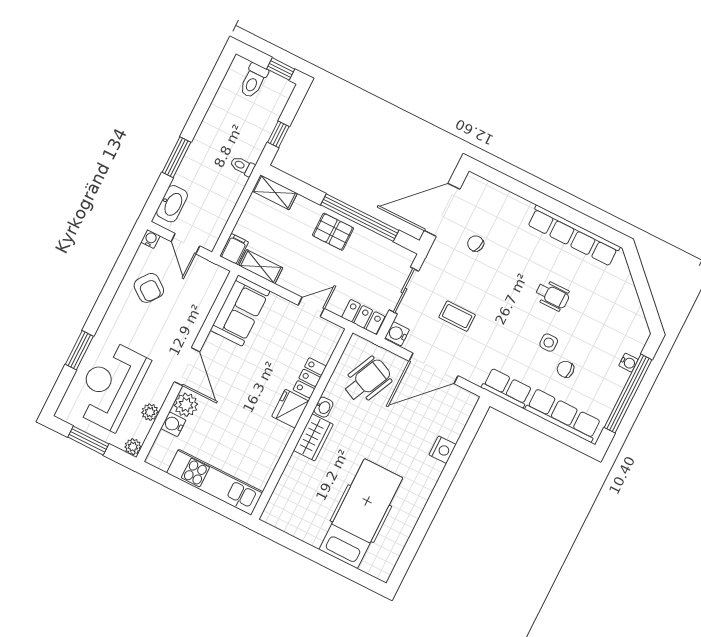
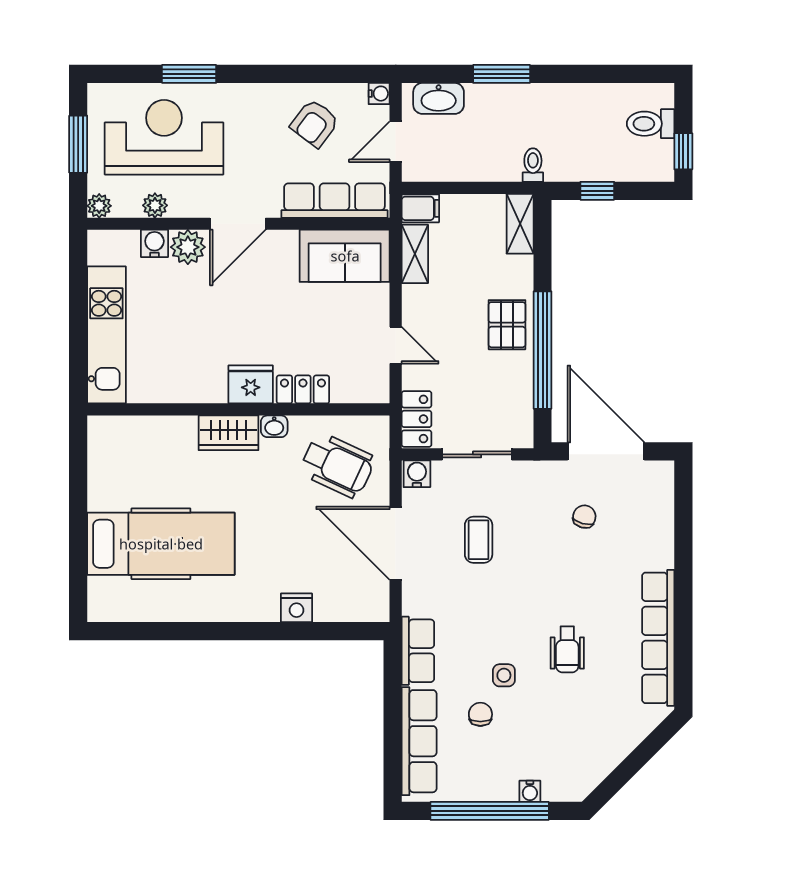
row of seats: (203, 300) -> (334, 201), added

